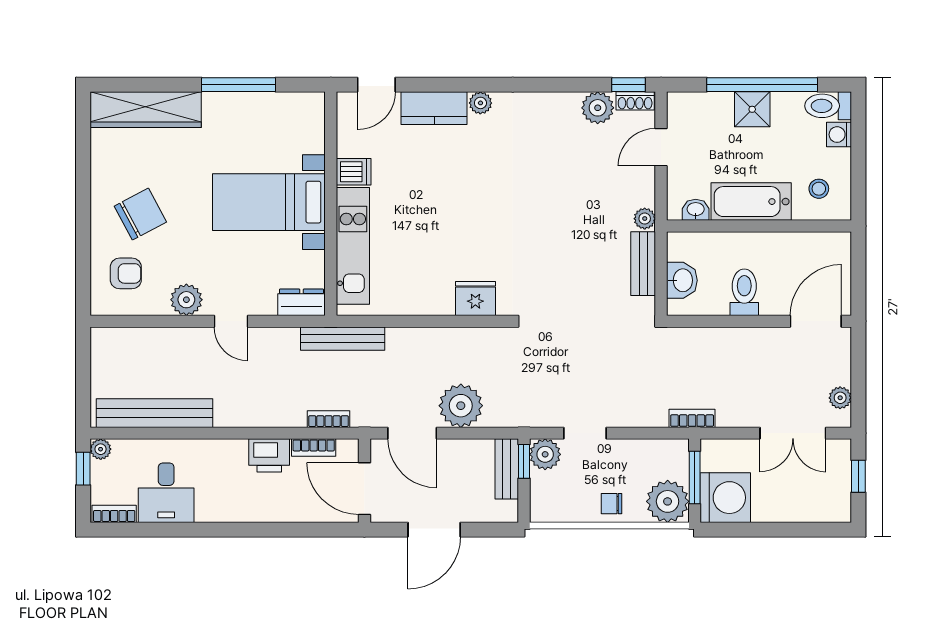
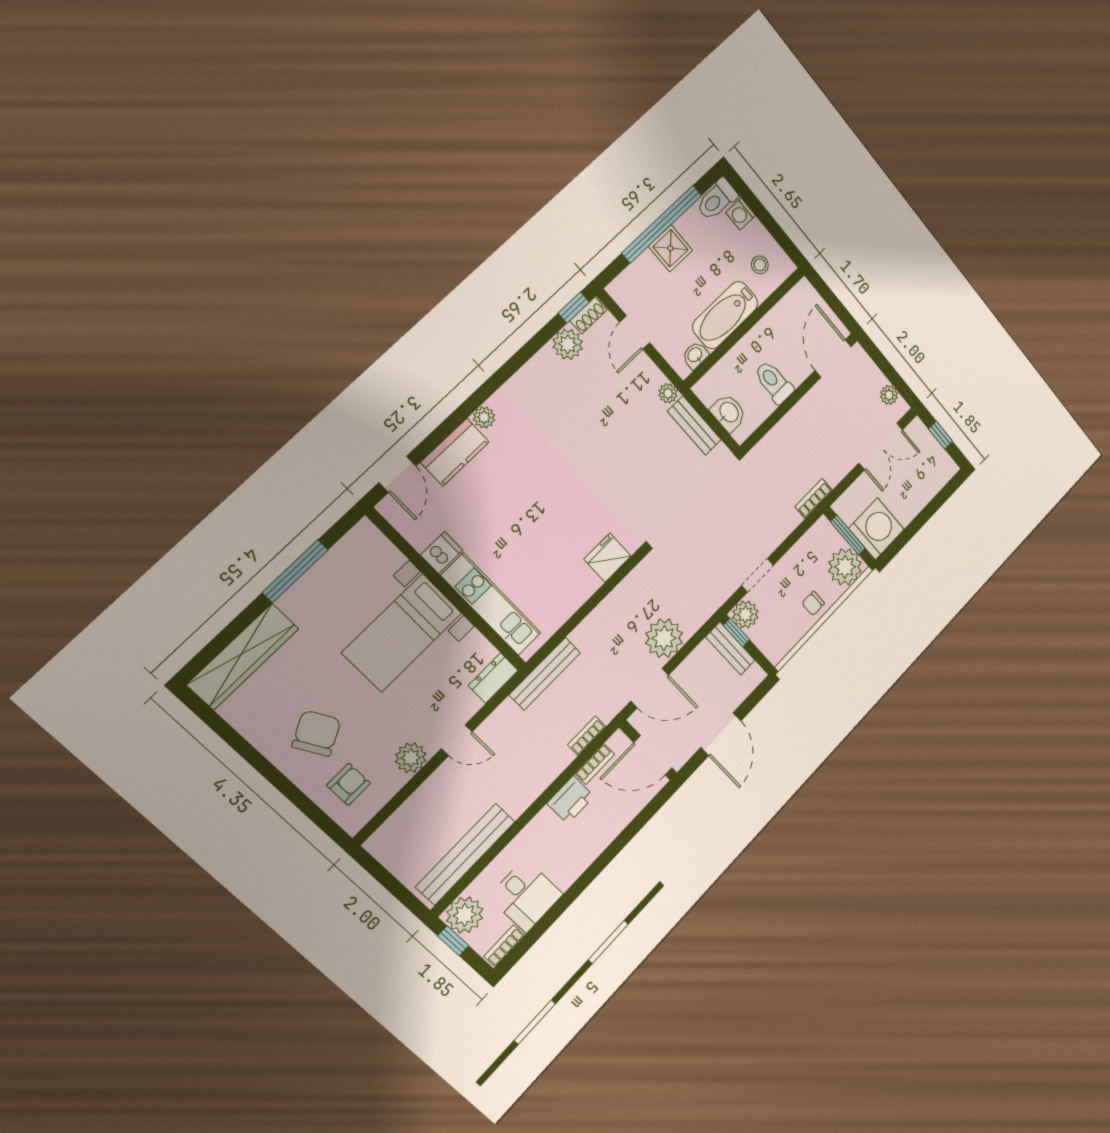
plant: (101, 449) -> (465, 915), width x1.88, depth x1.88

